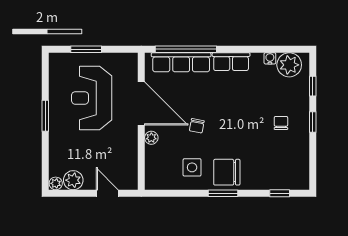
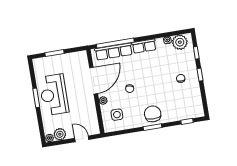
reception desk: (92, 98) -> (54, 95), moved
door: (141, 104) -> (94, 81), hinge flipped
side table: (192, 167) -> (117, 115), moved
chair: (227, 172) -> (153, 114), turned 90

